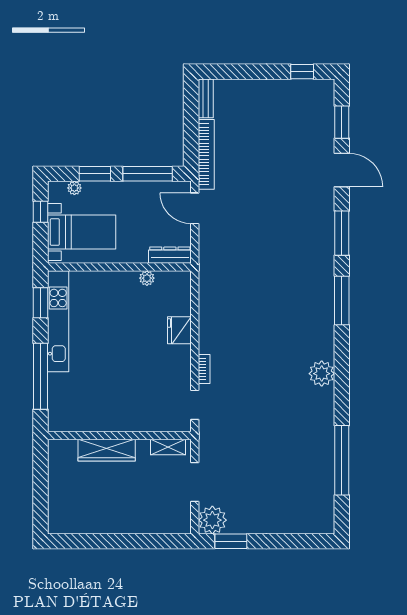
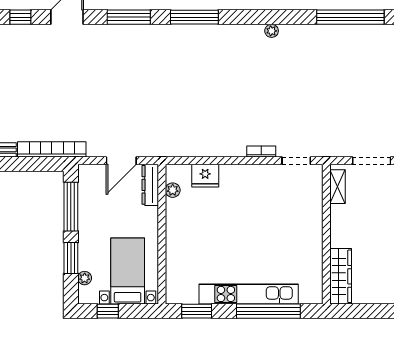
window: (342, 122) -> (20, 17), width x0.67
door: (195, 208) -> (121, 161), moved
plant: (147, 278) -> (173, 190), moved
kitchen unit: (58, 321) -> (249, 294), moved
fridge: (179, 330) -> (205, 176), moved
plant: (322, 374) -> (272, 31), width x0.53, depth x0.53
wardrobe: (107, 450) -> (341, 276), moved

